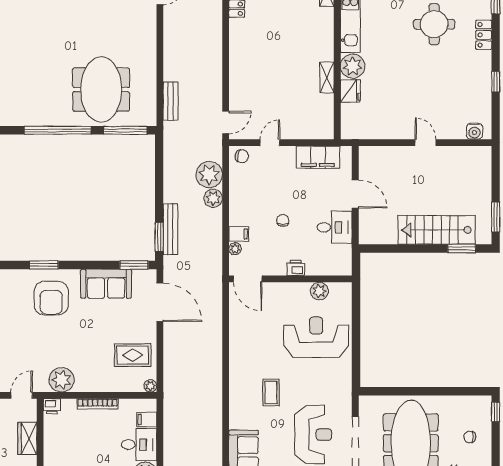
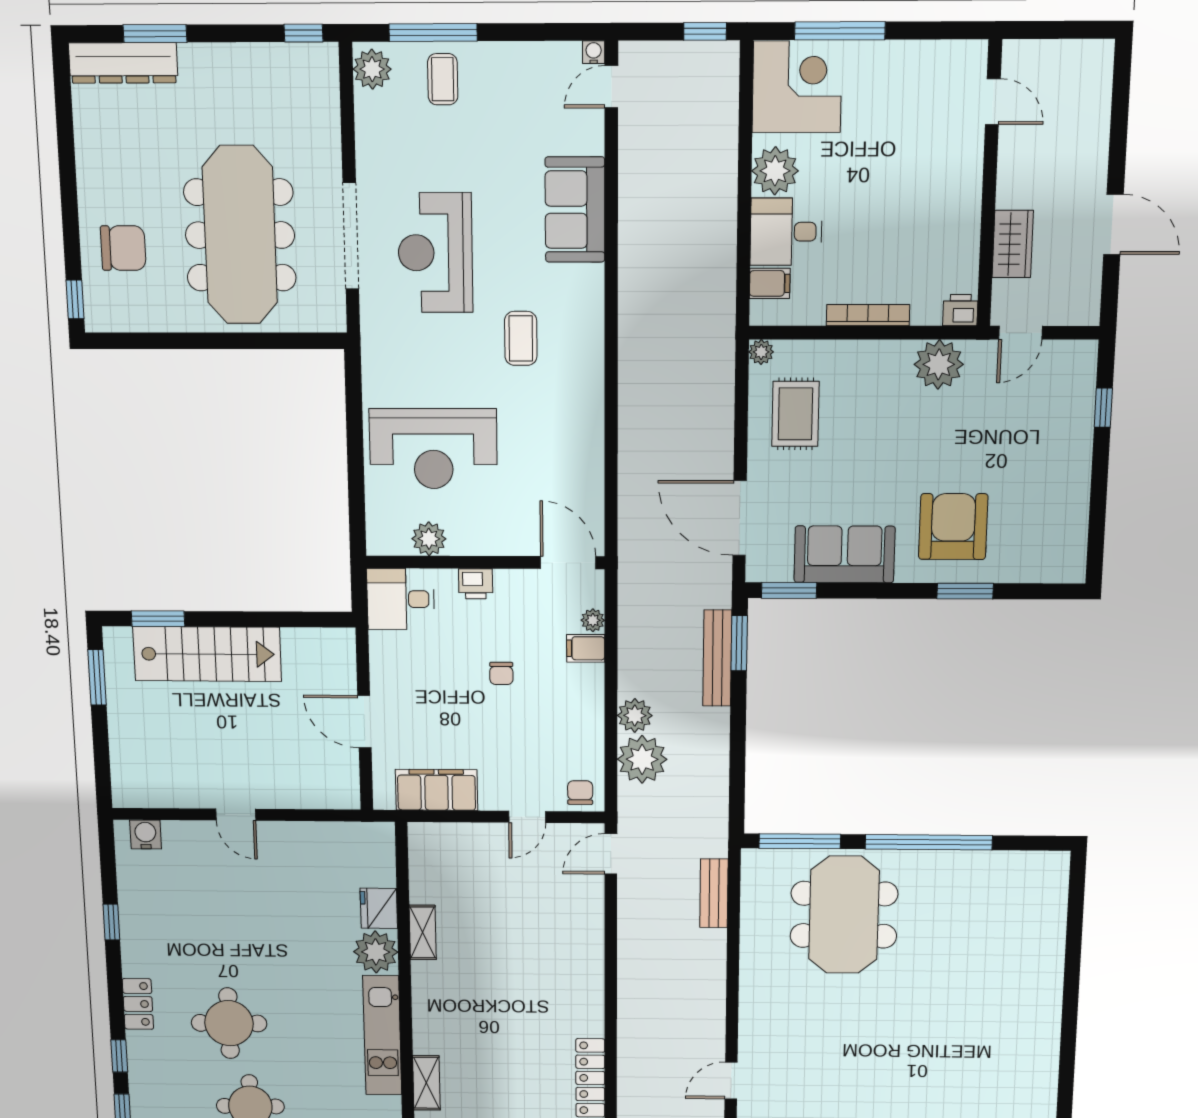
chair: (242, 156) -> (580, 793), turned 76
desk: (335, 227) -> (401, 599), moved
rug: (133, 355) -> (795, 414), turned 90
chair: (470, 437) -> (123, 248), width x1.87, depth x1.87

